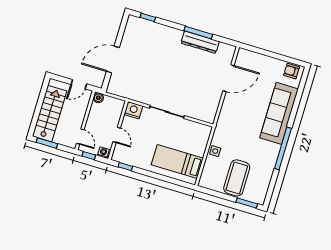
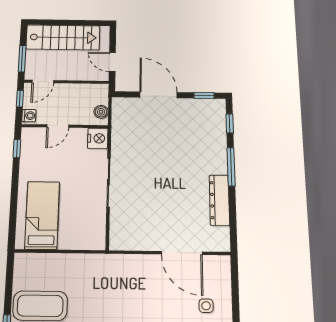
window: (122, 28) -> (204, 96), added
window: (198, 32) -> (231, 167), moved
boiler: (98, 98) -> (101, 112), moved
window: (47, 143) -> (22, 59), moved
side table: (215, 151) -> (206, 306), moved

